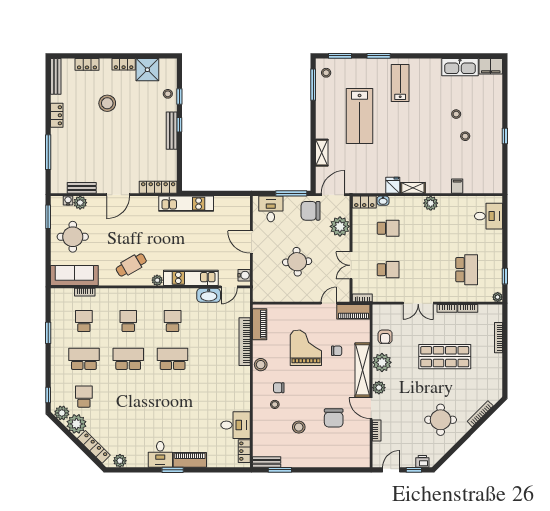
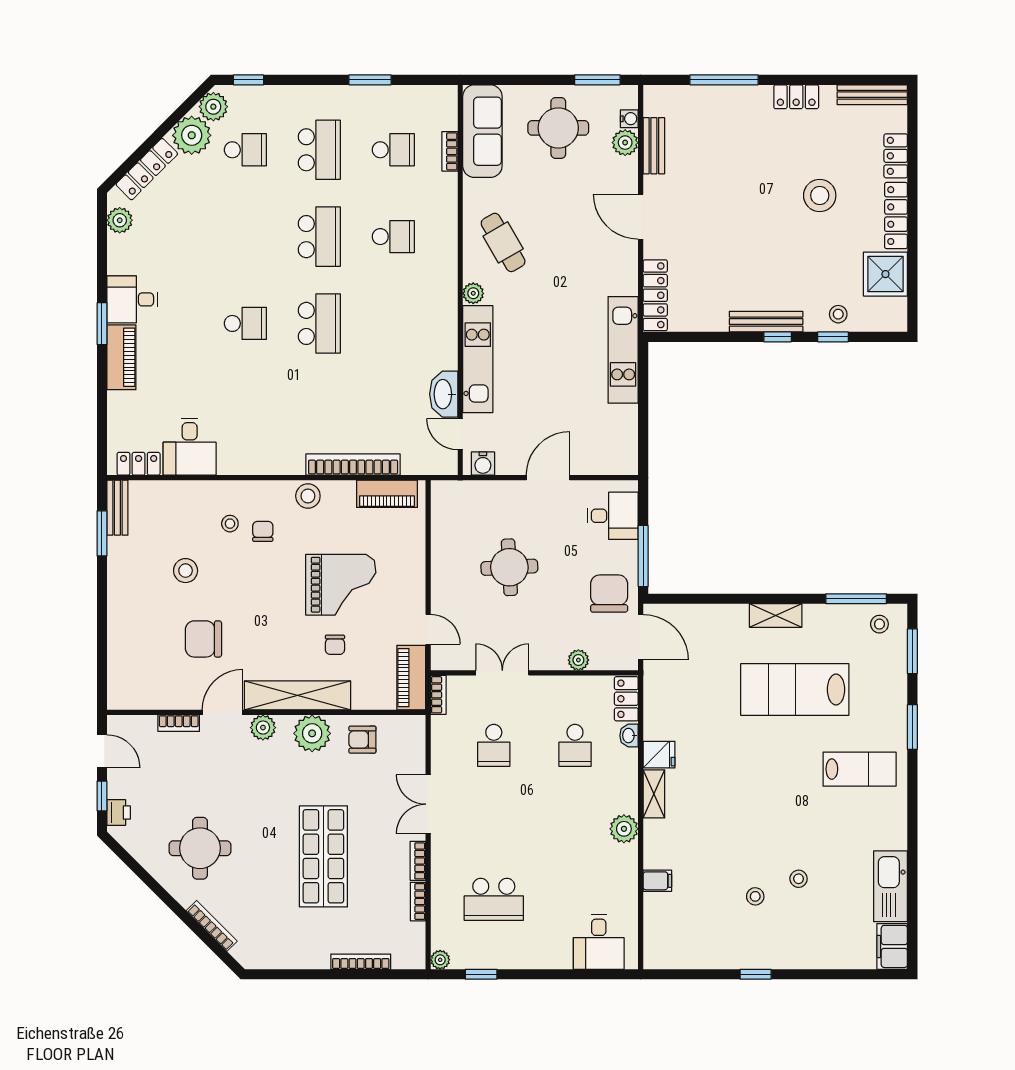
locker: (124, 64) -> (896, 216), width x1.53
shelving: (322, 153) -> (776, 616), moved
plant: (340, 226) -> (578, 660), width x0.53, depth x0.53
school desk: (173, 321) -> (245, 323), moved

